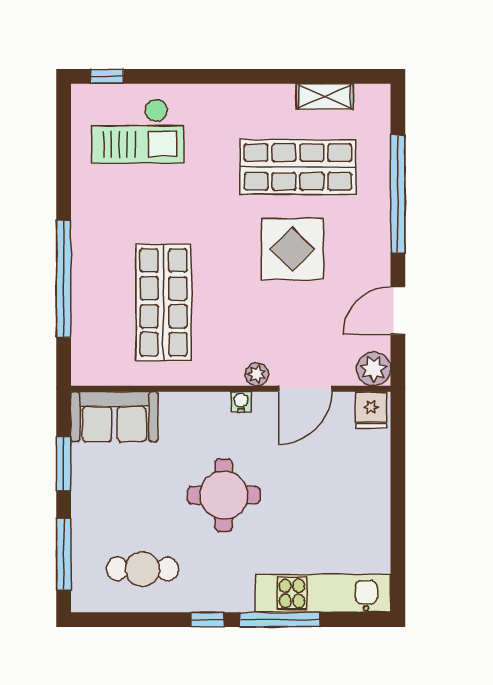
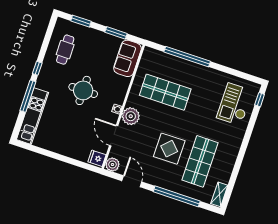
shelving: (325, 96) -> (219, 194), moved
plant: (257, 374) -> (131, 116), width x1.88, depth x1.88
window: (64, 554) -> (81, 21), width x0.69

